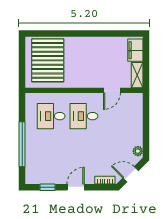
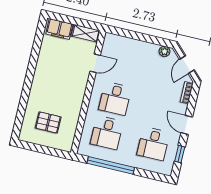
pallet: (48, 60) -> (48, 122), width x0.49, depth x0.50
door: (112, 90) -> (95, 63), hinge flipped
window: (22, 144) -> (111, 165), moved
desk: (51, 161) -> (153, 144), added

